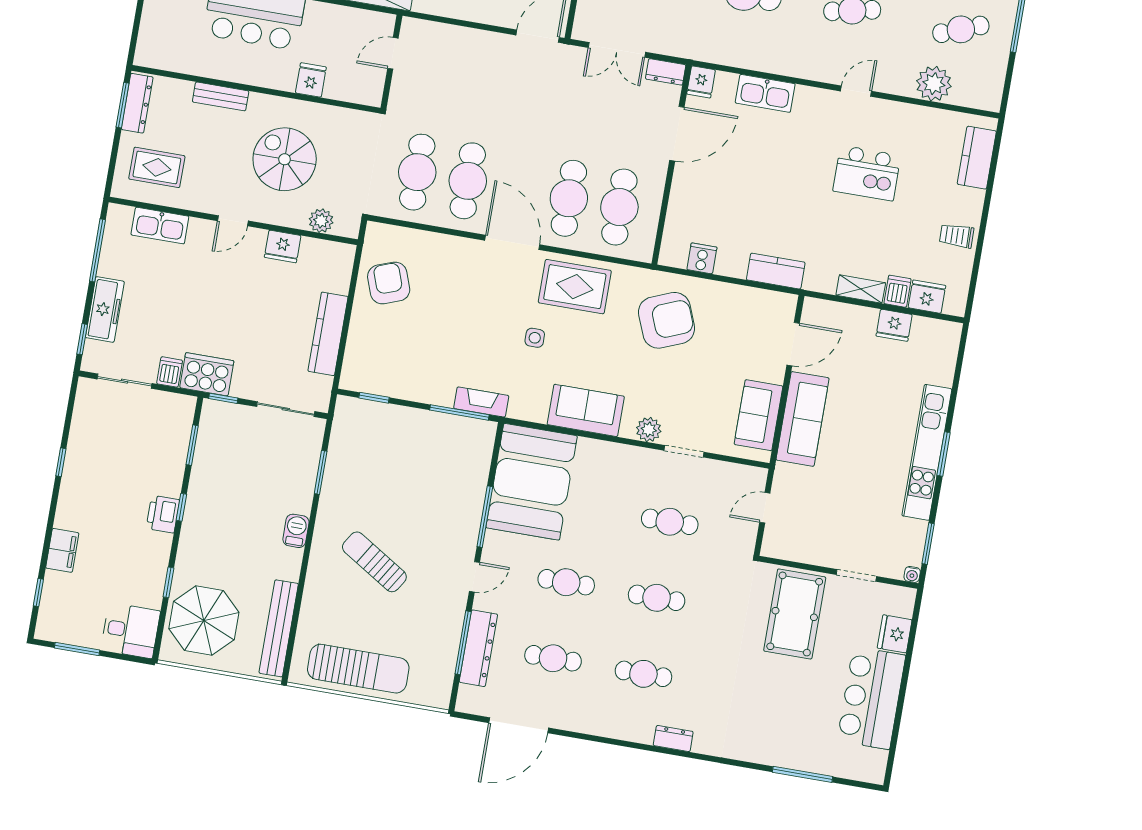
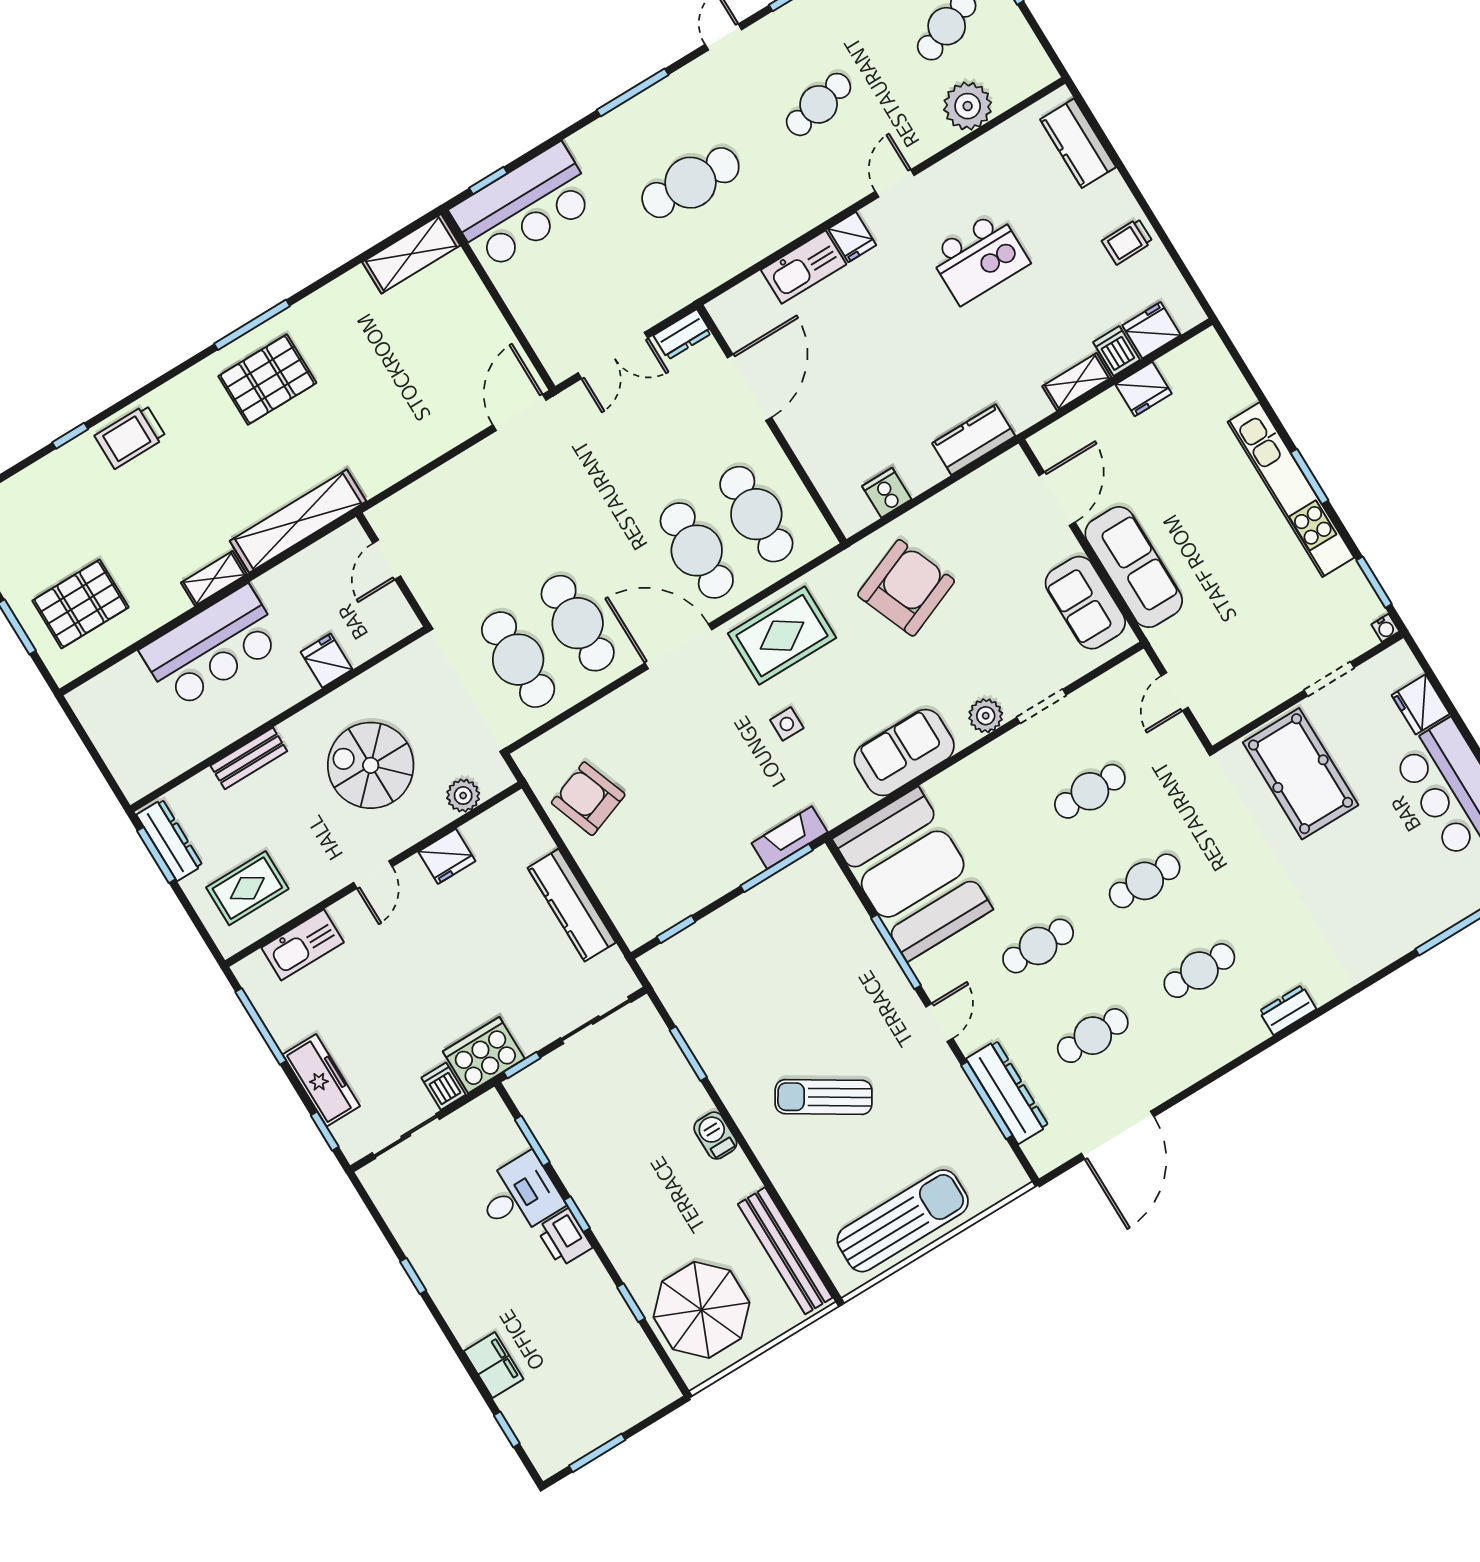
fridge: (701, 82) -> (852, 237), moved
desk: (130, 631) -> (519, 1196), moved

